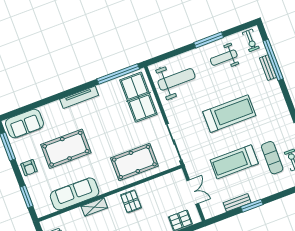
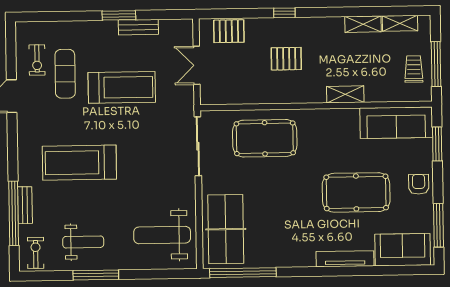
tv unit: (79, 97) -> (345, 259), moved
treadmill: (229, 114) -> (79, 163), moved
sofa: (75, 194) -> (396, 123), moved
pallet: (131, 201) -> (286, 59), moved, turned 90

